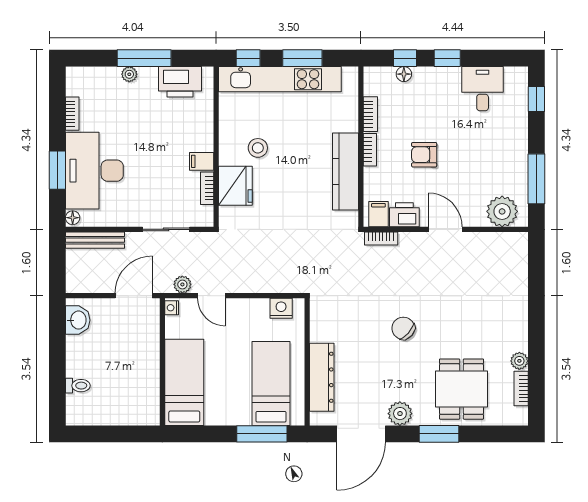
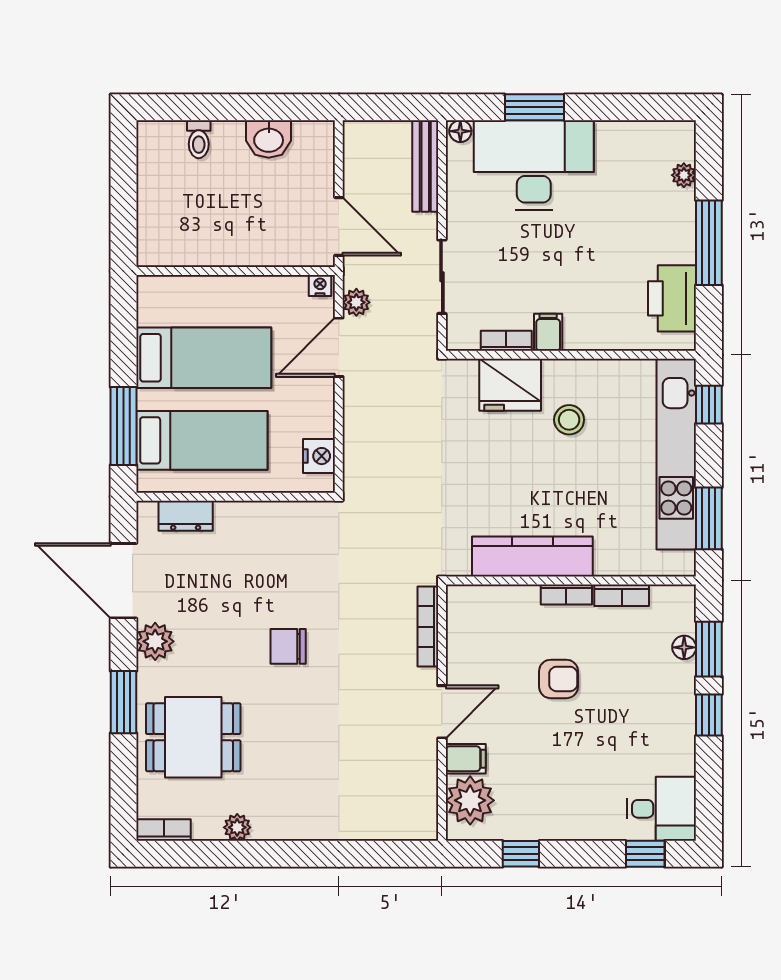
window: (302, 58) -> (709, 518), moved
window: (405, 58) -> (709, 649), width x1.50
plant: (129, 74) -> (684, 175), moved
desk: (483, 89) -> (661, 809), moved
bookcase: (72, 114) -> (622, 131), removed
armchair: (424, 155) -> (559, 679), turned 90
window: (536, 179) -> (521, 854), width x0.46
filing cabinet: (378, 214) -> (466, 759), moved
printer: (404, 215) -> (465, 648), removed
bookcase: (381, 239) -> (428, 627), width x1.56
door: (211, 296) -> (339, 347), width x1.38
washbasin: (78, 320) -> (269, 139), moved
chair: (403, 328) -> (288, 646), turned -131
dresser: (322, 377) -> (186, 516), width x0.51, depth x0.80
bed: (184, 382) -> (204, 358), moved
bookcase: (521, 389) -> (164, 830), moved

